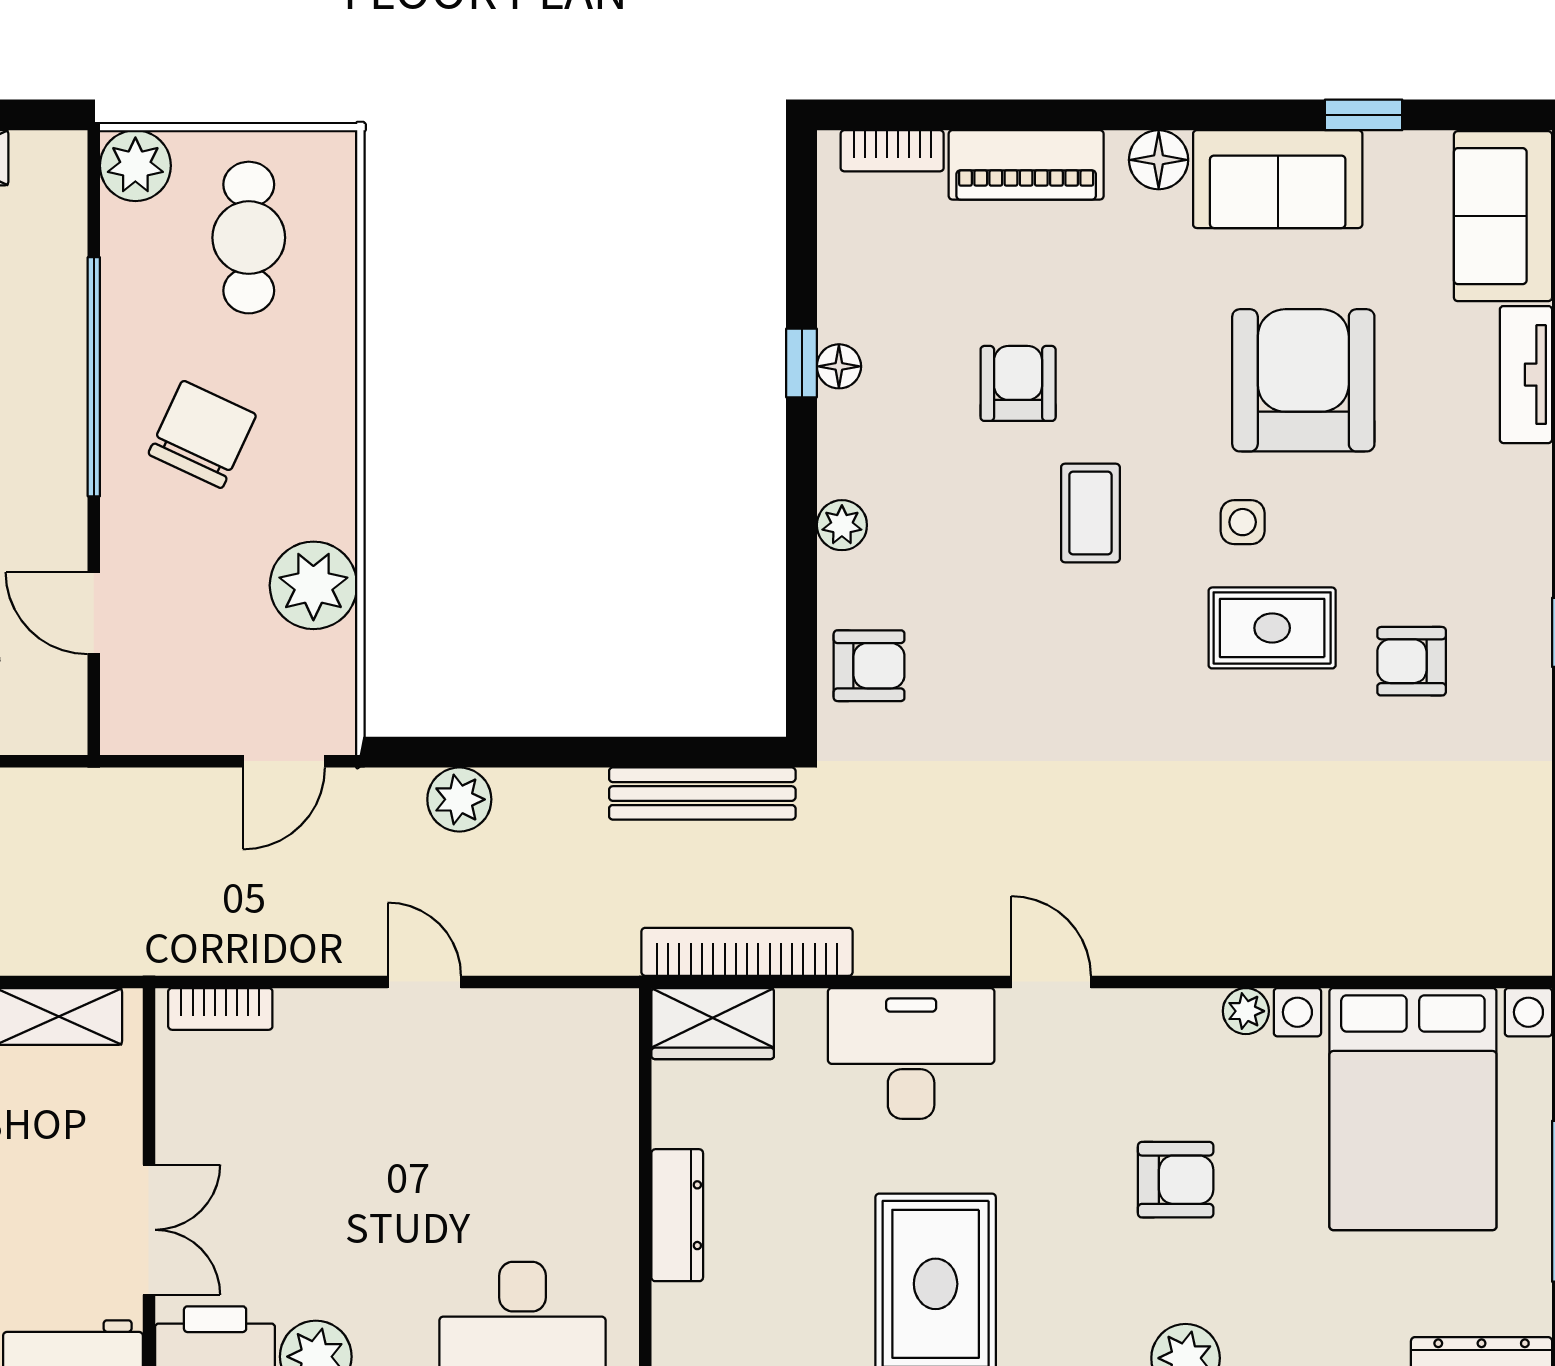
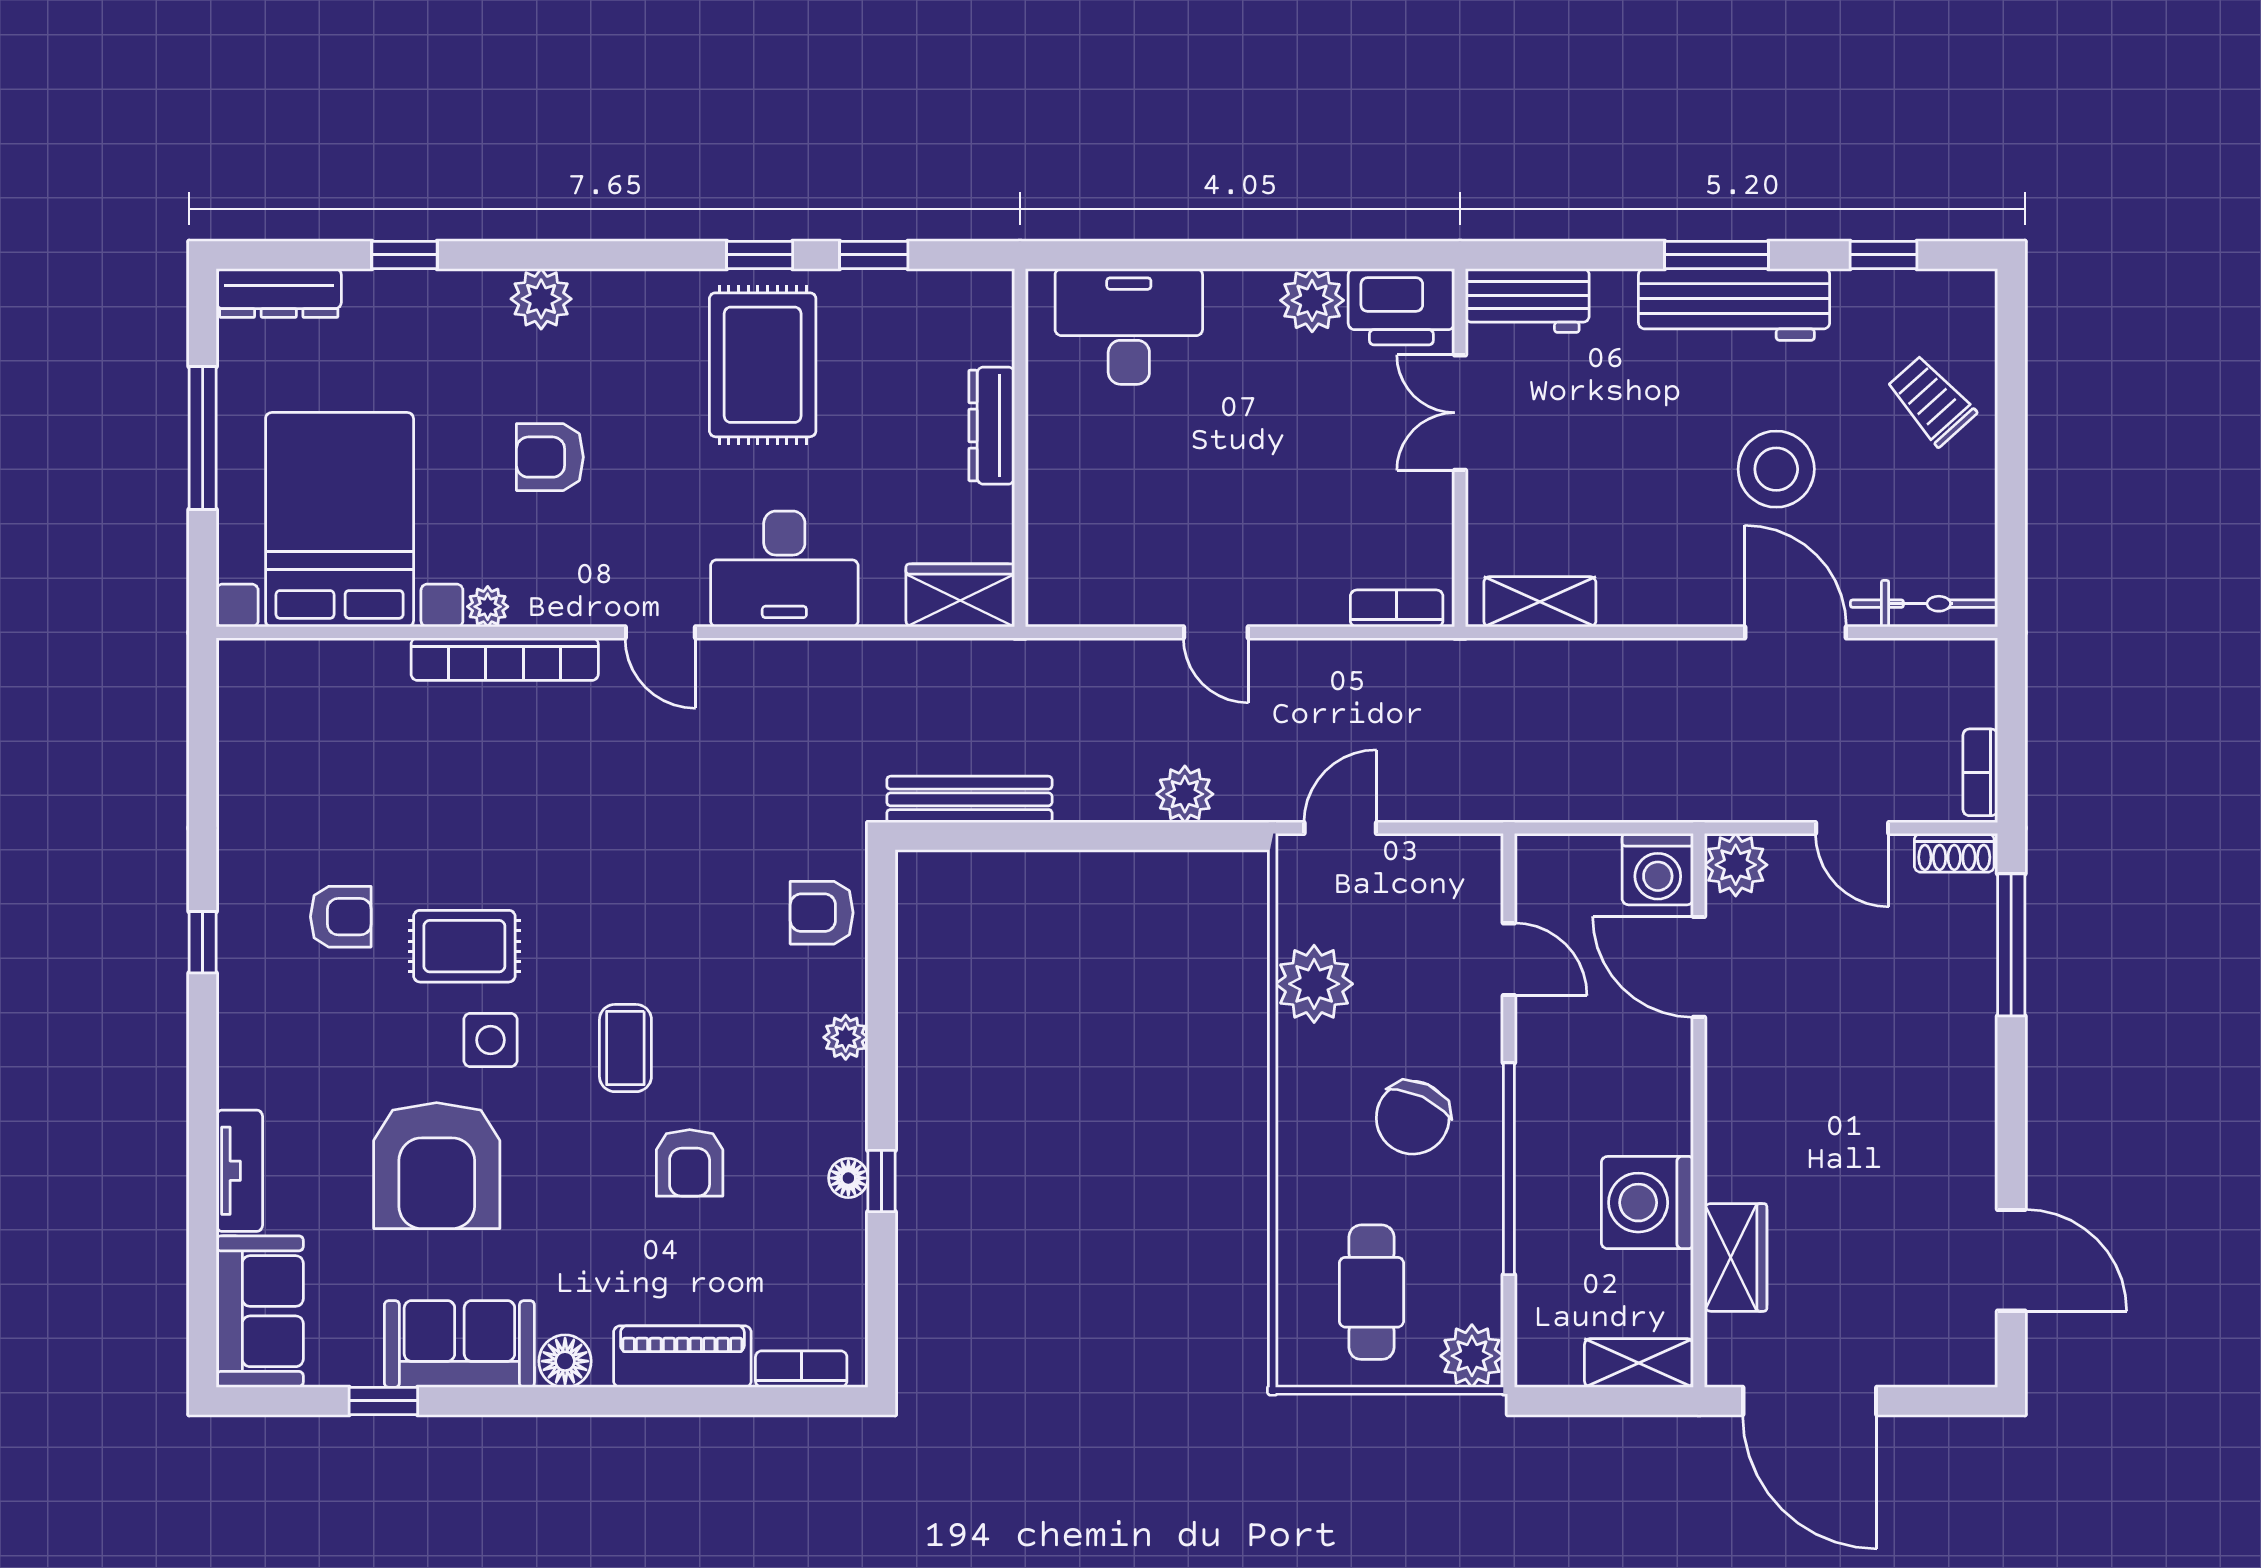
side table: (1243, 522) -> (490, 1040), width x1.37, depth x1.37
bookcase: (747, 952) -> (505, 659), moved

